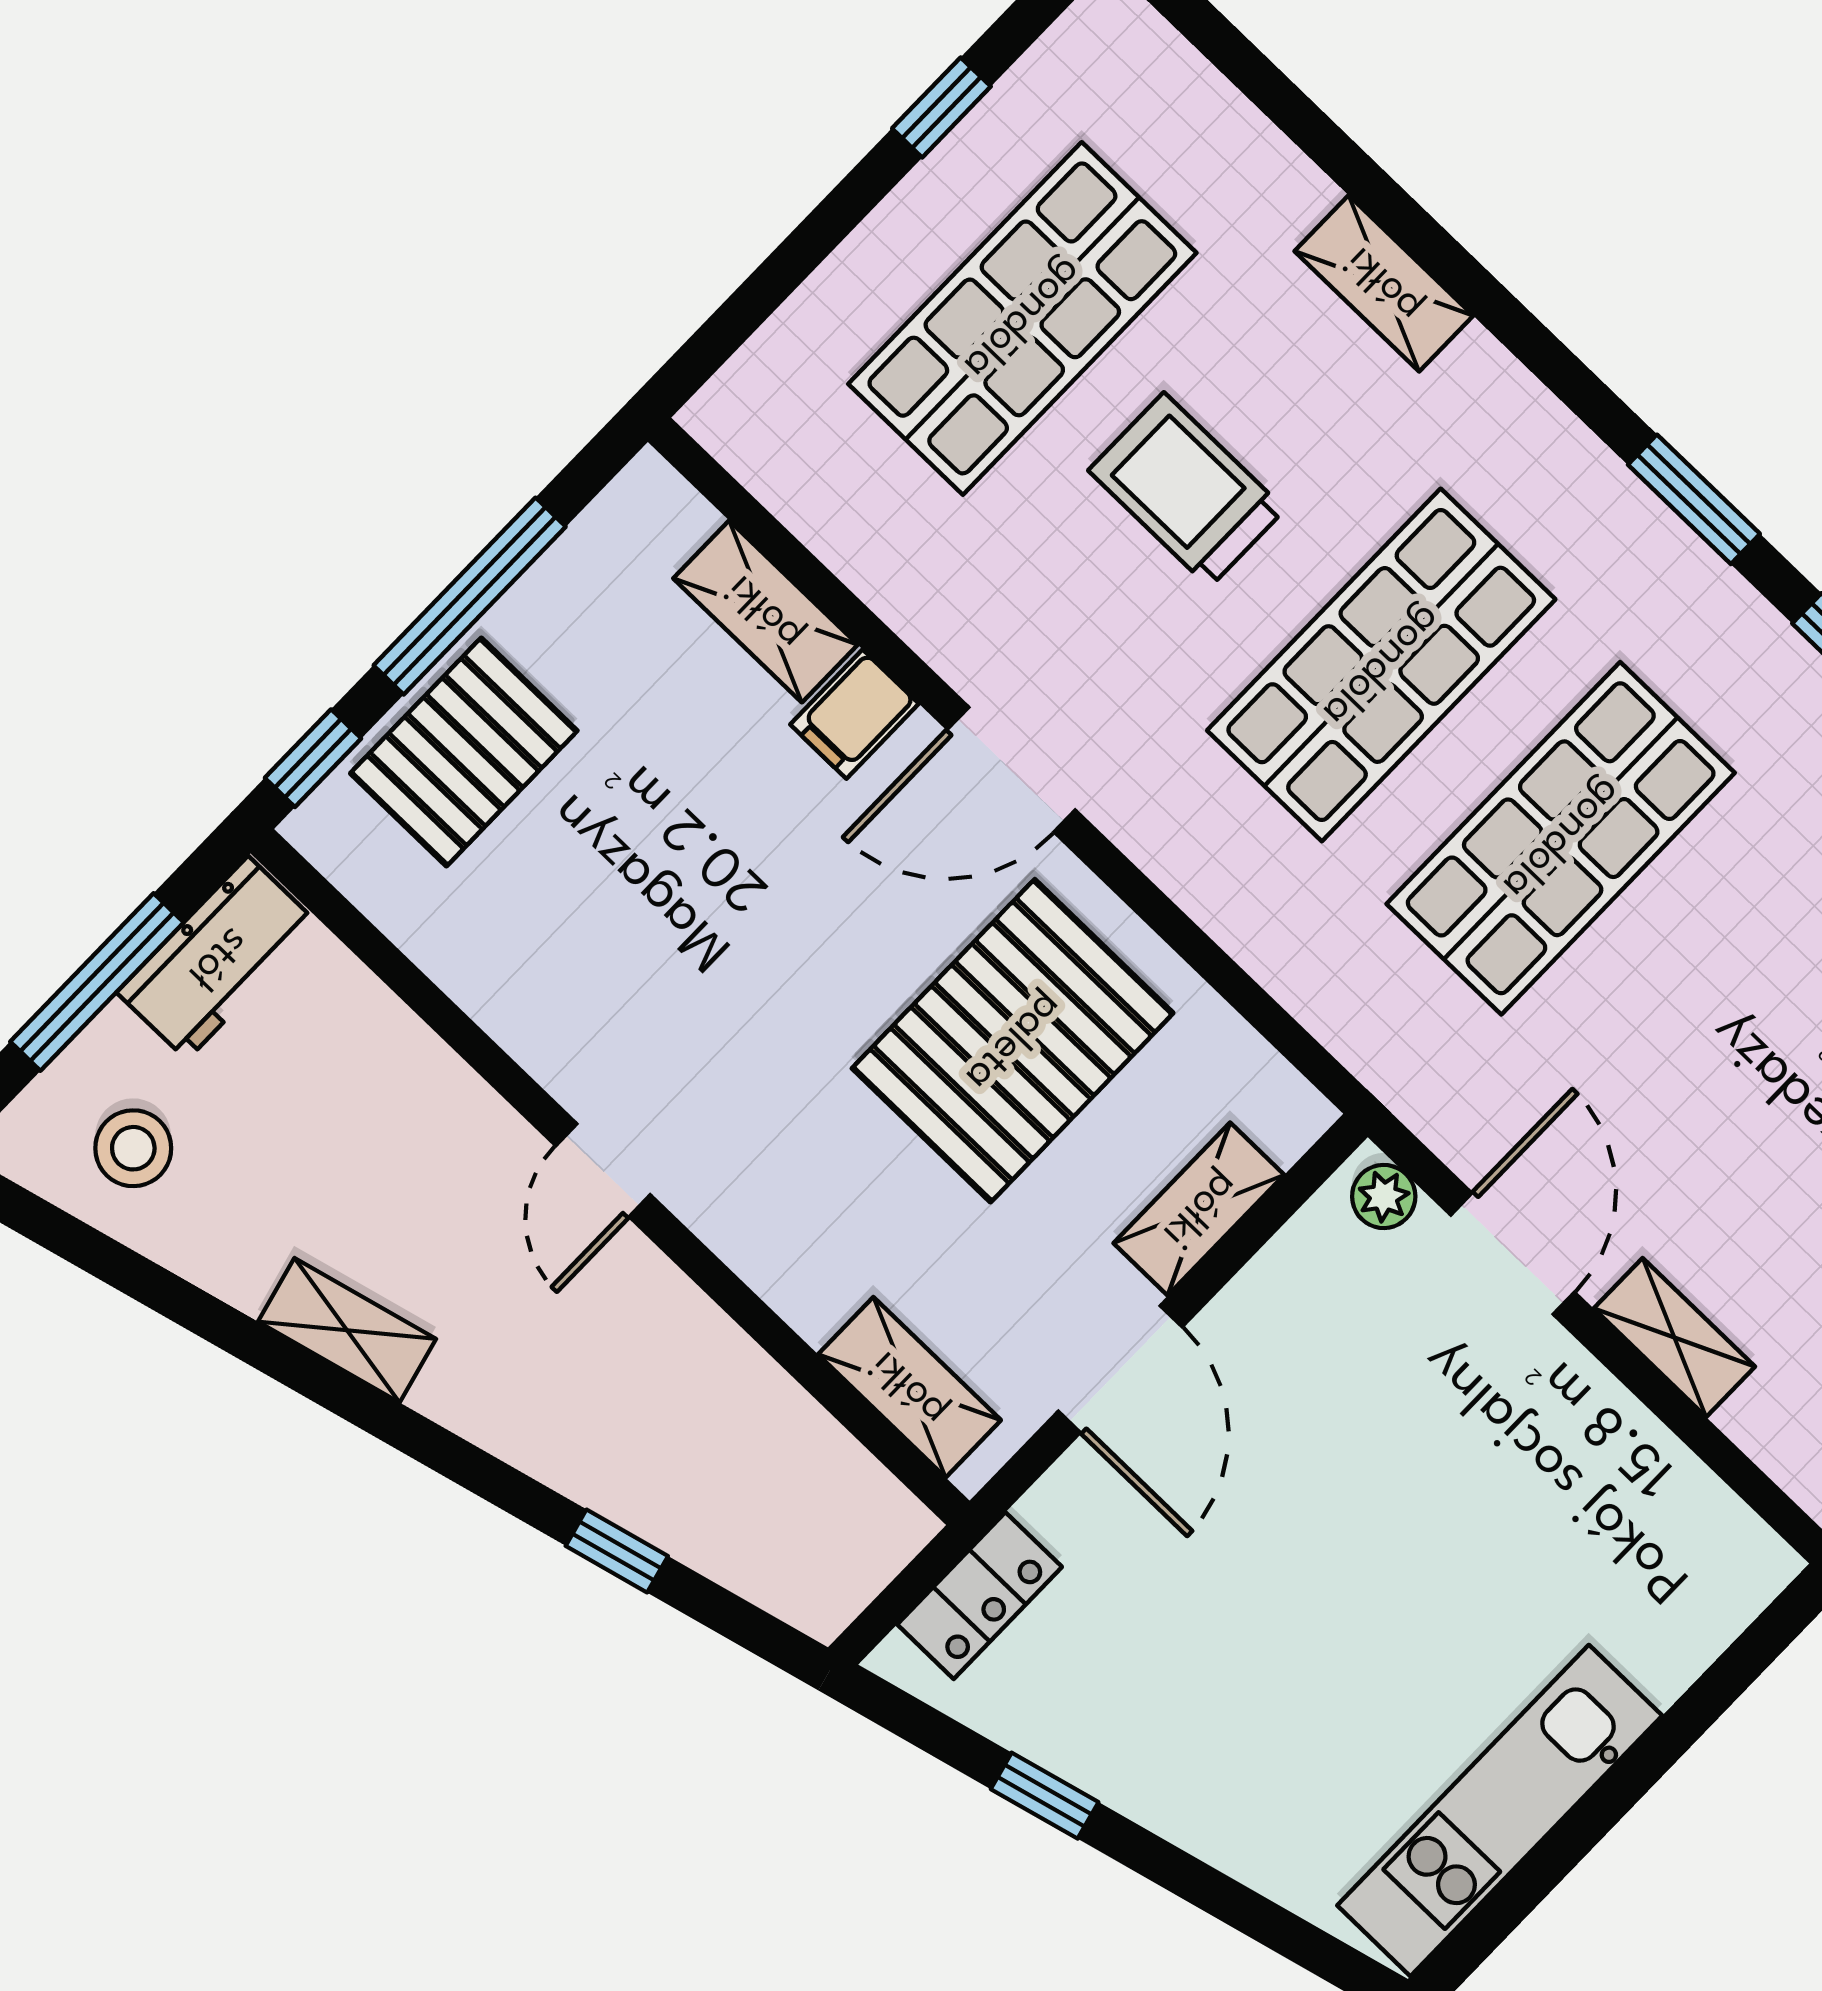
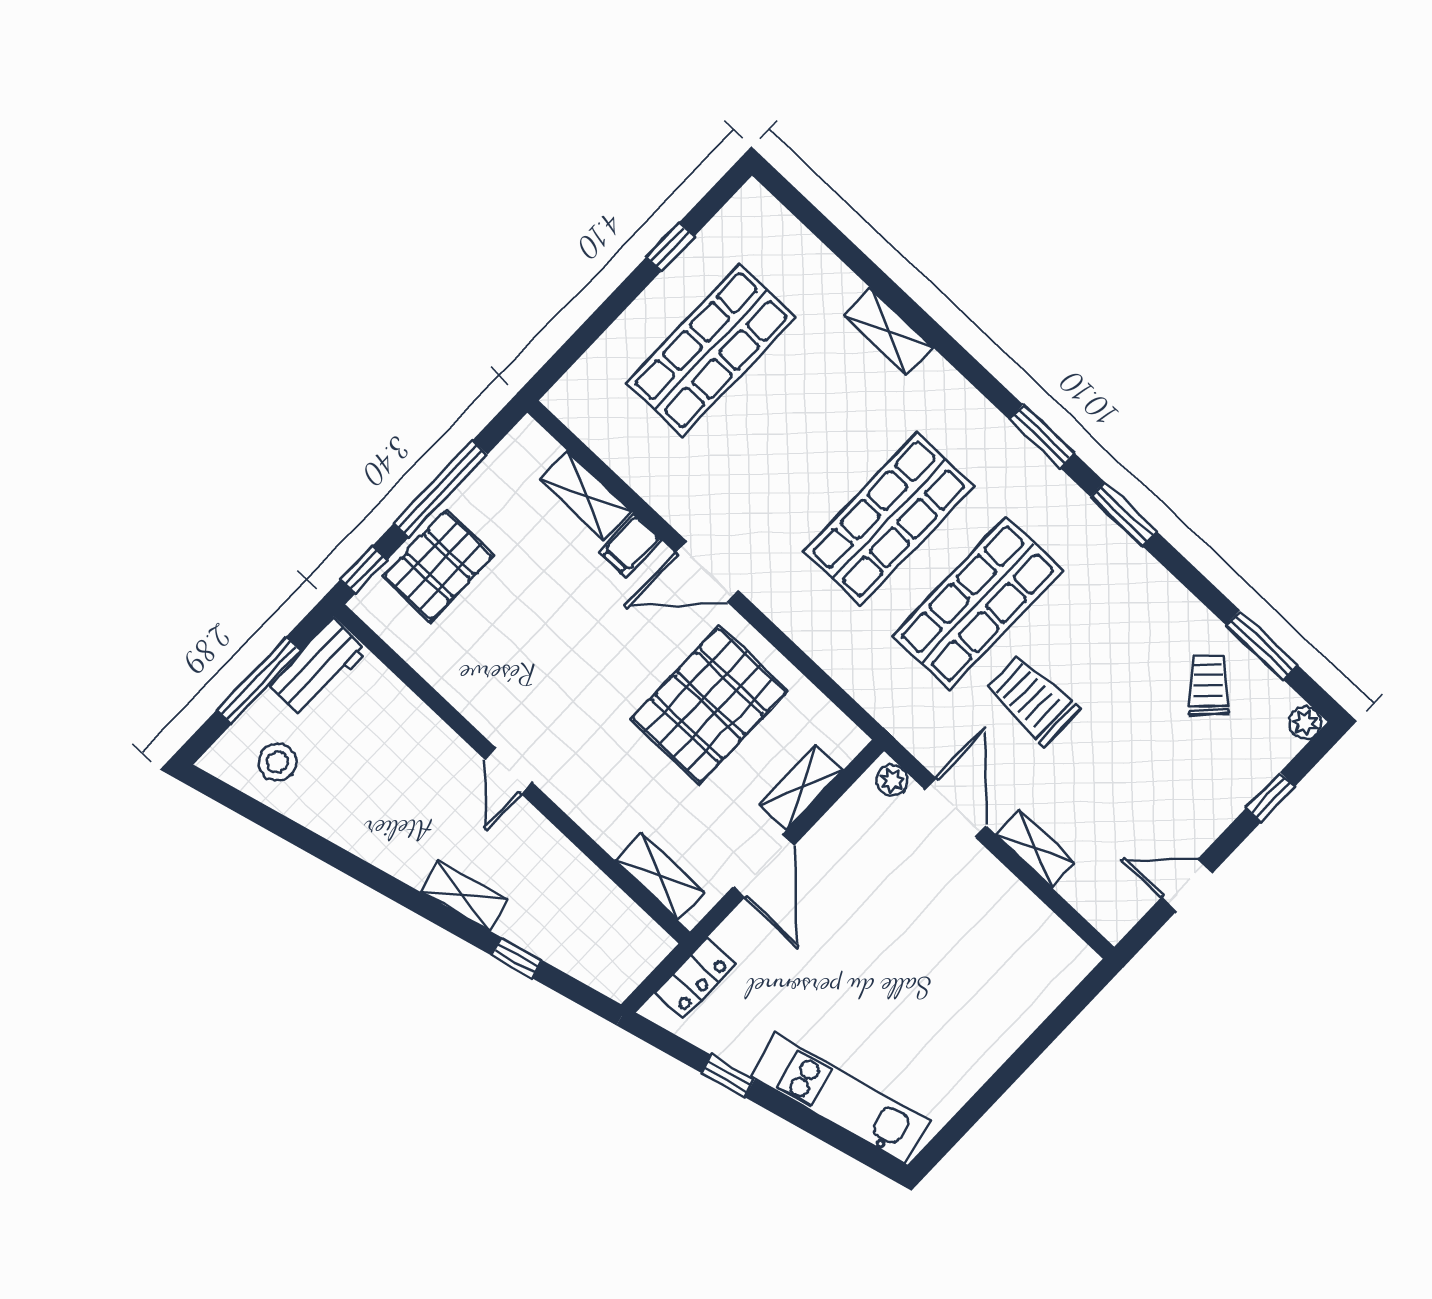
trolley: (1187, 490) -> (1032, 700), moved
shelving: (347, 1330) -> (464, 896), moved
kitchen unit: (1500, 1811) -> (840, 1098), moved, turned 76

